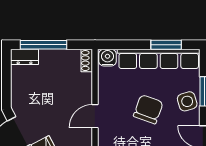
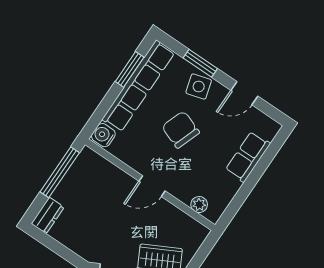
window: (44, 45) -> (60, 172), moved
shoe rack: (87, 61) -> (93, 157), removed
door: (95, 116) -> (152, 186), hinge flipped

